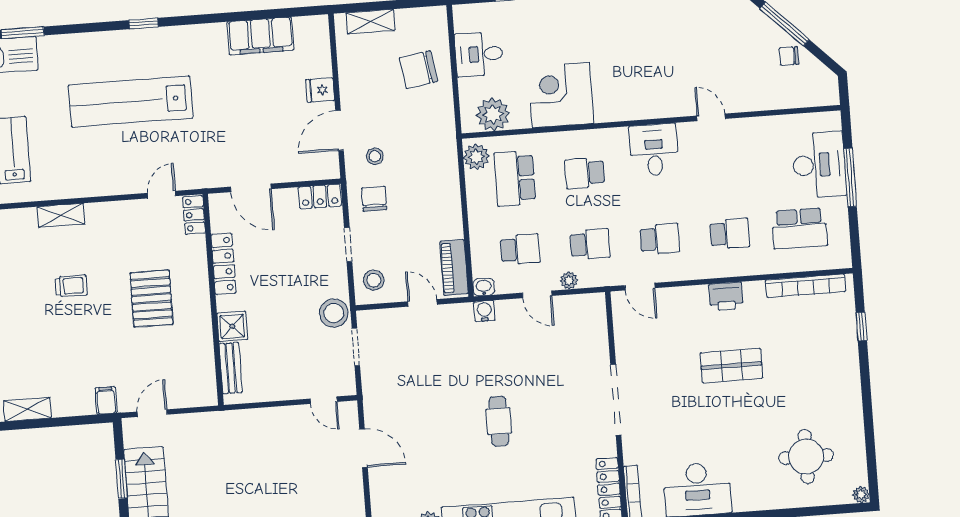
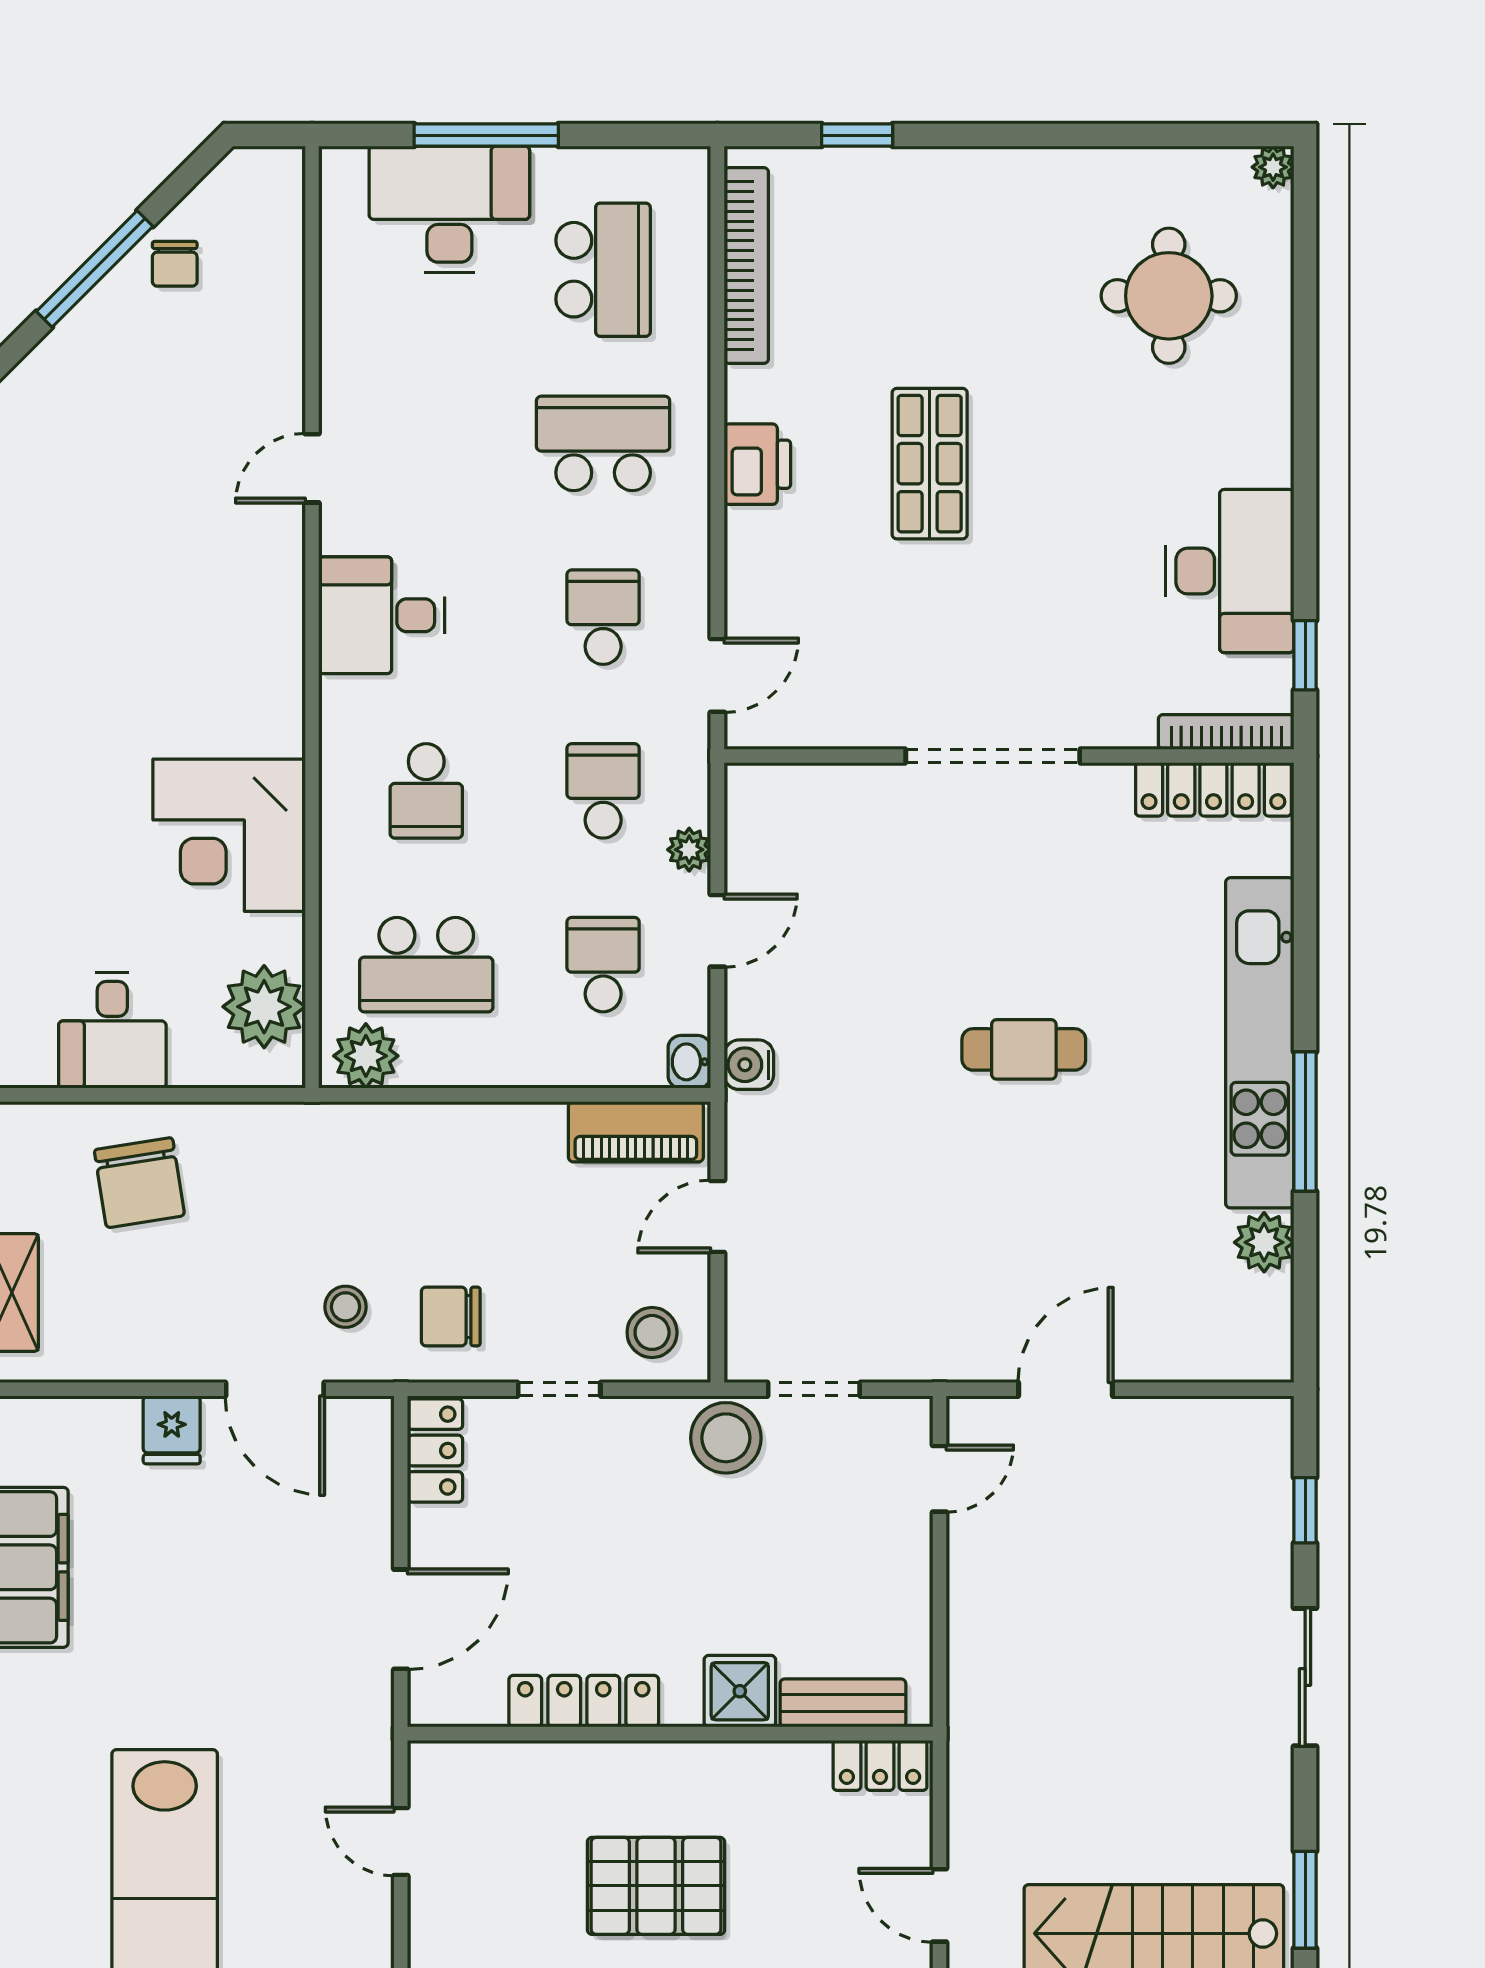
locker: (194, 215) -> (880, 1765), moved
school desk: (730, 234) -> (603, 443), width x1.85

